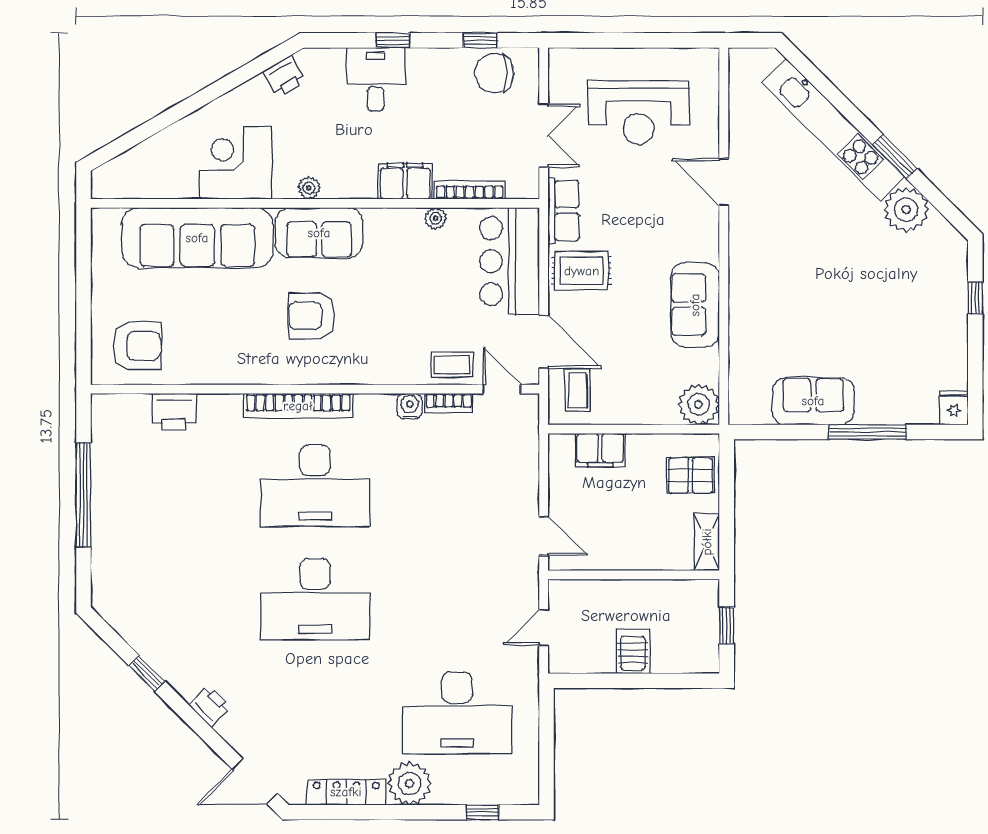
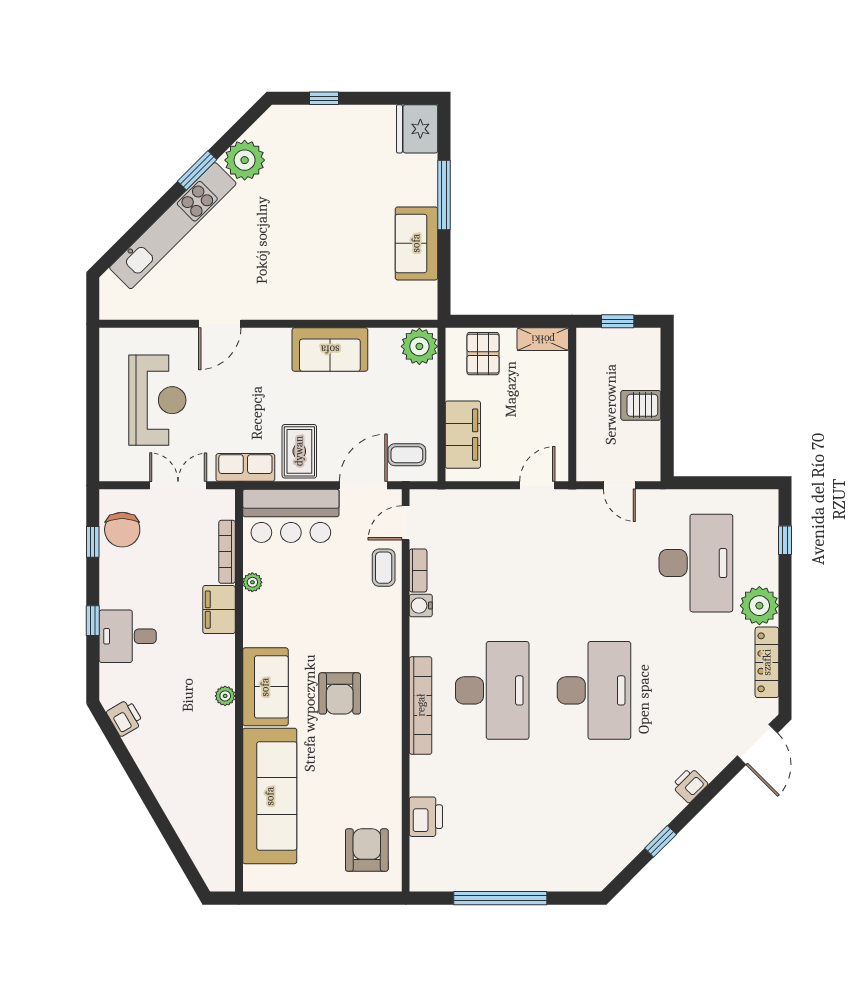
corner desk: (235, 163) -> (203, 762), removed
fridge: (954, 408) -> (417, 129), width x1.88, depth x1.34
filing cabinet: (600, 450) -> (463, 435), width x1.50, depth x1.17

